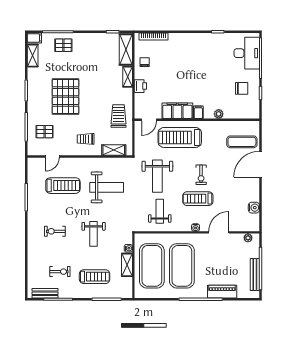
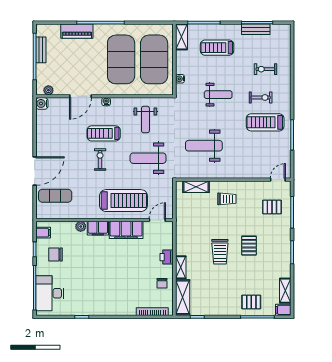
pallet: (65, 97) -> (249, 246), width x0.49, depth x0.50
filing cabinet: (253, 108) -> (43, 233), added
filing cabinet: (198, 112) -> (98, 228), width x2.00
trolley: (118, 116) -> (220, 252), moved
door: (52, 157) -> (278, 180), moved
weight bench: (157, 176) -> (148, 158), turned -90
treadmill: (63, 186) -> (265, 122), moved
treadmill: (198, 199) -> (104, 133), turned 180
water cooler: (254, 208) -> (42, 103), moved
weight bench: (94, 234) -> (218, 95), turned 90
shelving: (127, 265) -> (181, 37), moved
exercise bike: (60, 272) -> (265, 69), moved
bench: (255, 274) -> (41, 50), width x0.73
bench: (45, 293) -> (256, 29), moved

